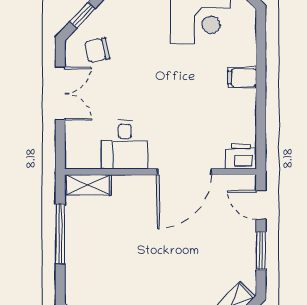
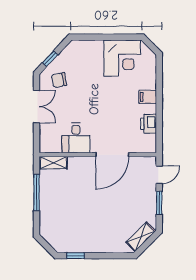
printer: (241, 156) -> (149, 124), moved, turned -90
door: (261, 205) -> (159, 175), swing flipped

